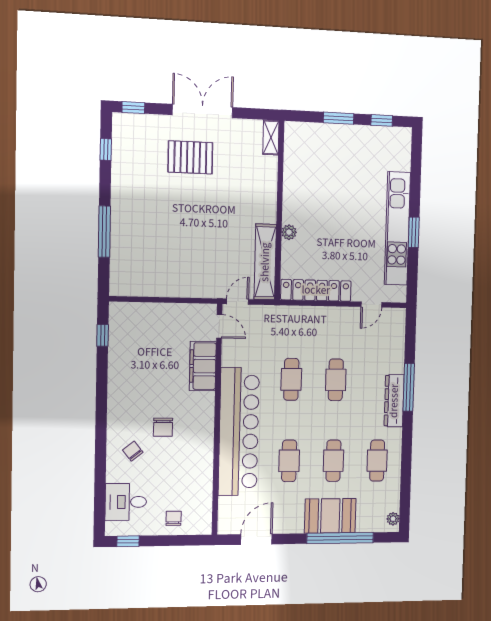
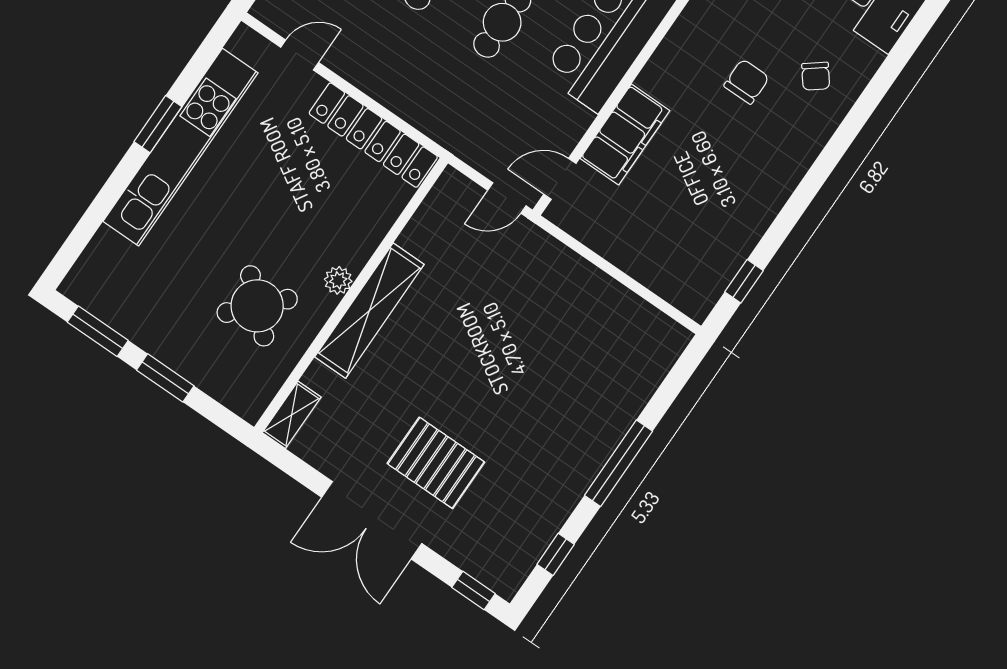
window: (382, 120) -> (98, 331), width x1.50
round table: (318, 178) -> (257, 306), added
window: (104, 232) -> (619, 463), moved
plant: (289, 232) -> (338, 280), moved
shelving: (265, 262) -> (369, 311), moved
door: (219, 326) -> (560, 179), hinge flipped

